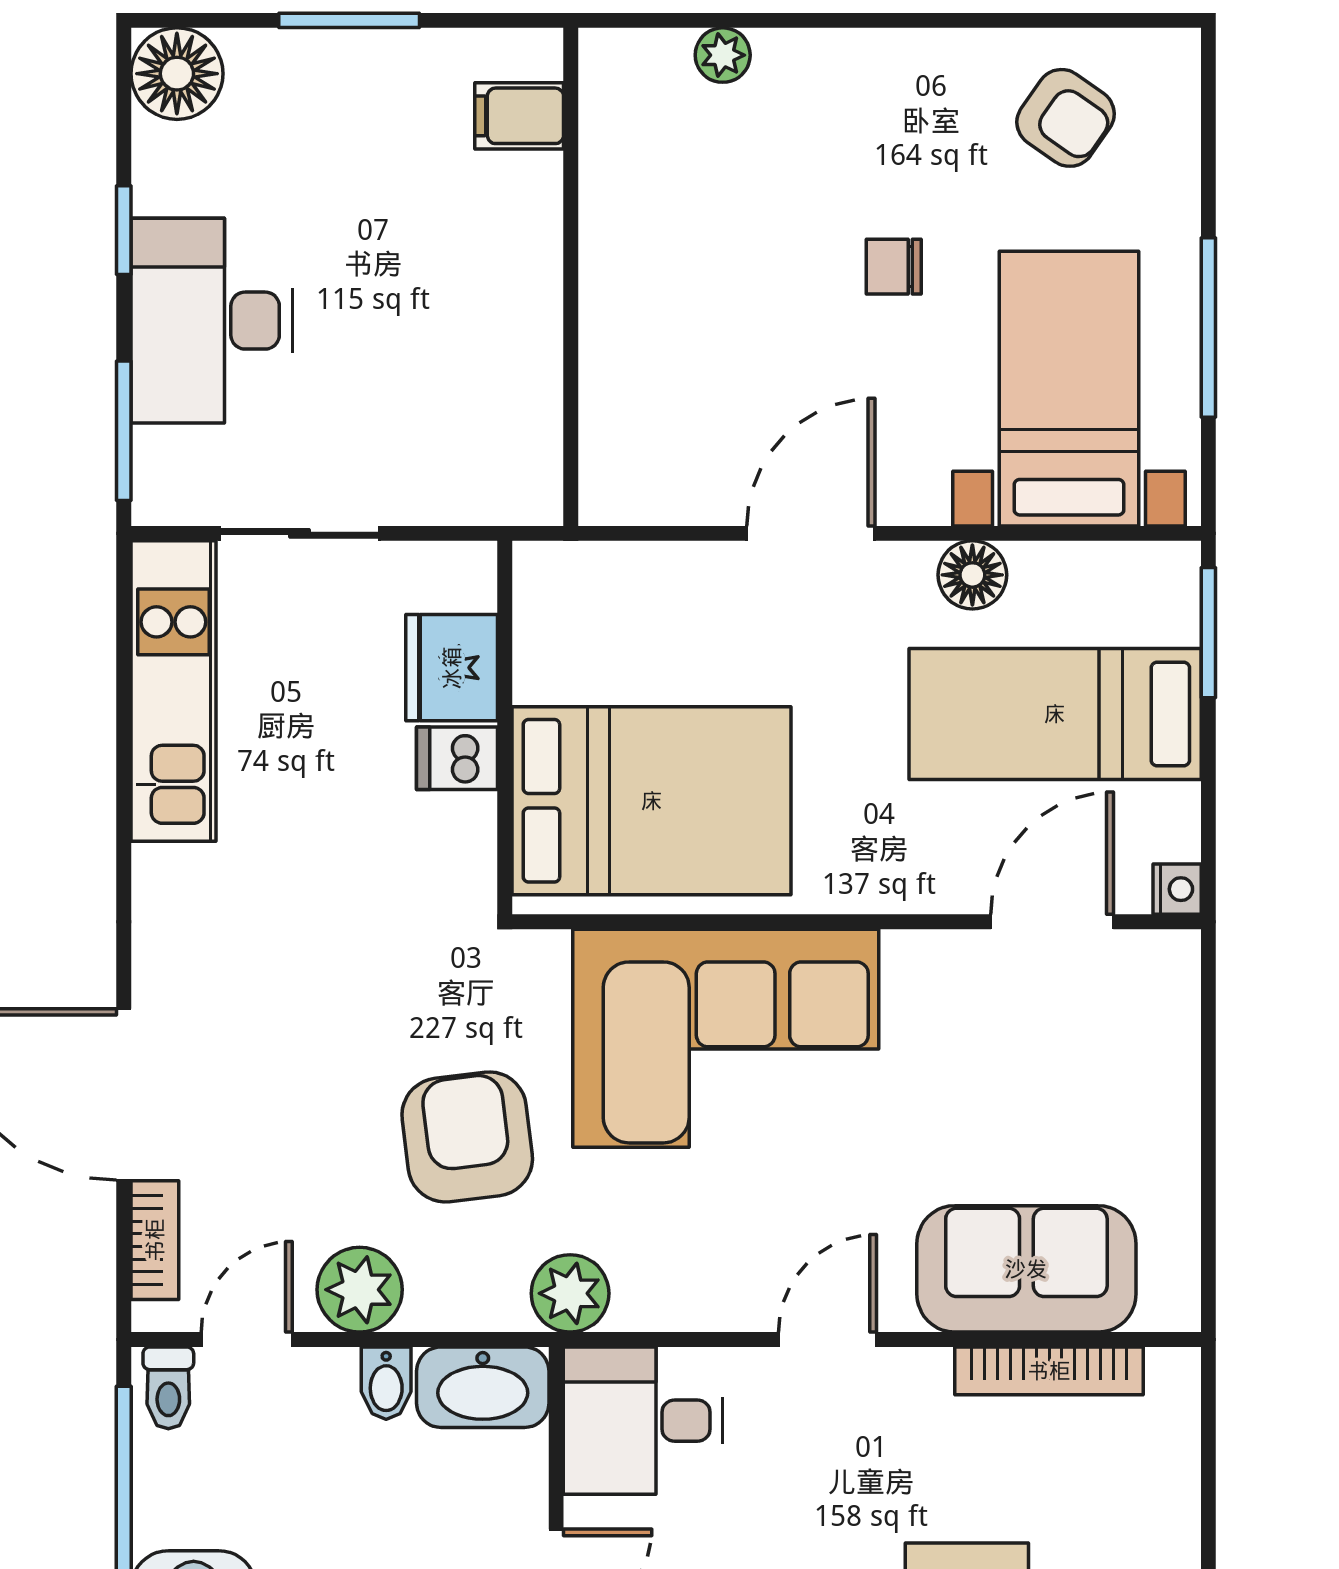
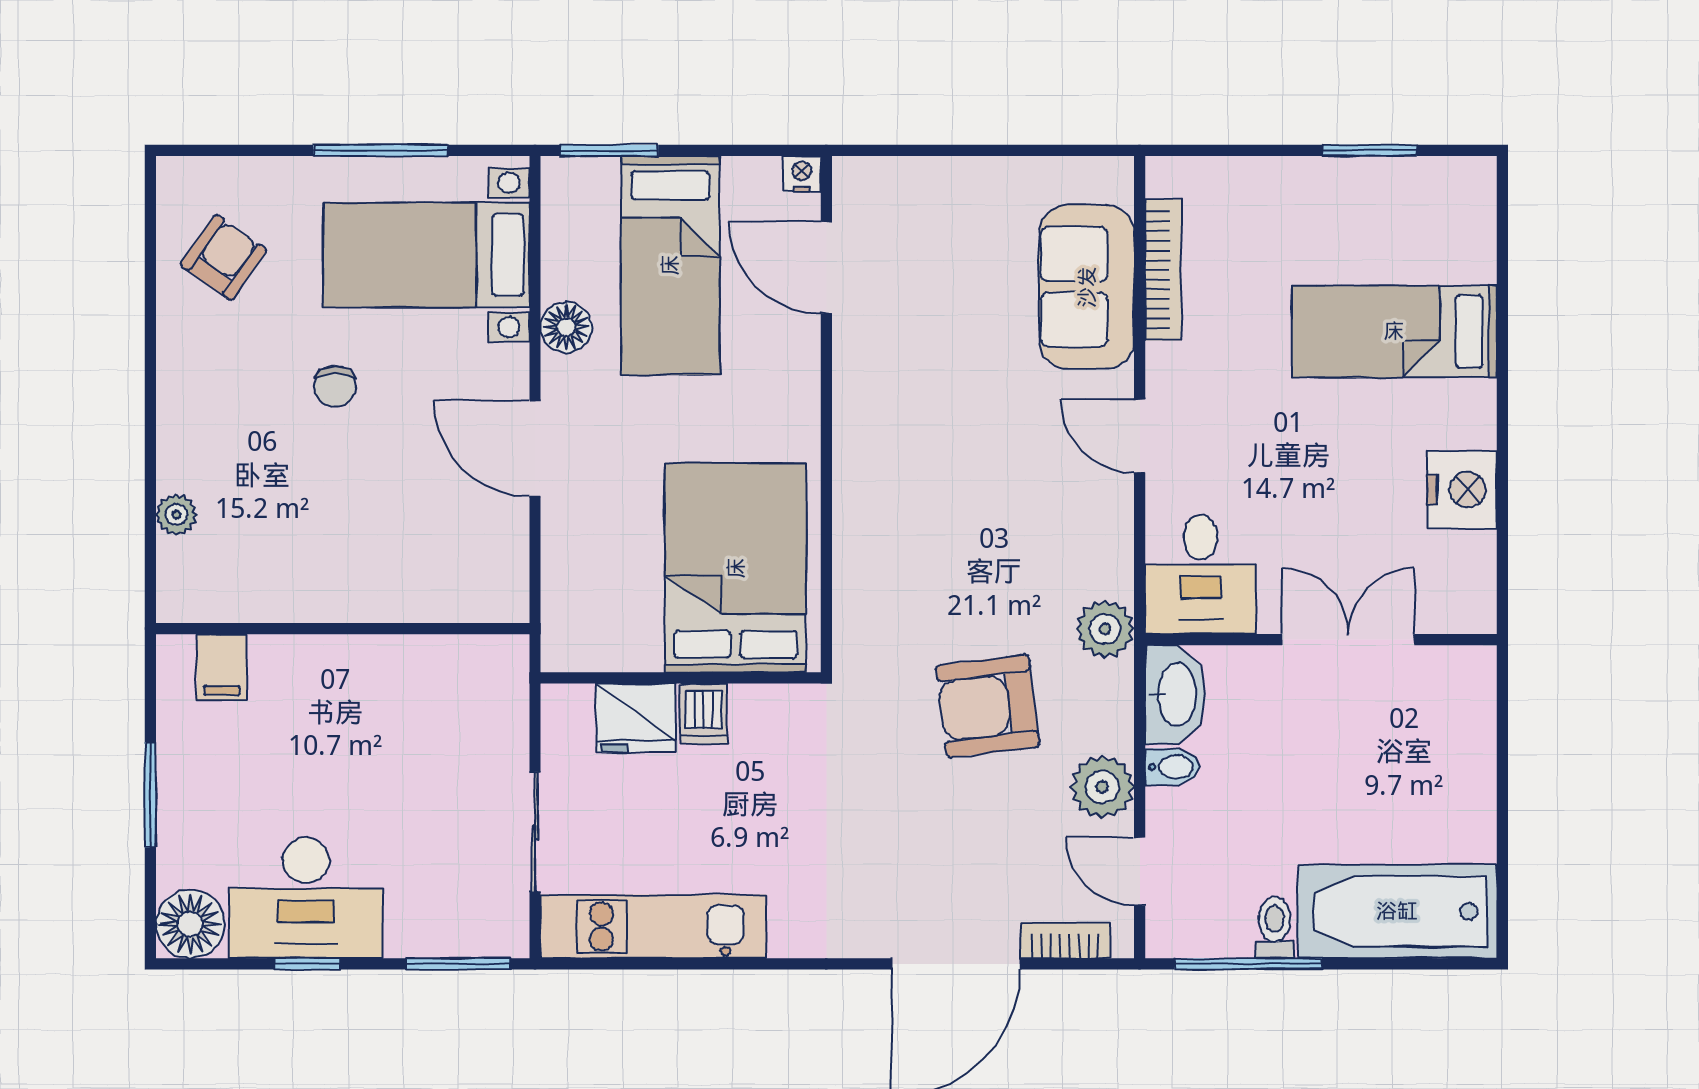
desk: (212, 321) -> (306, 898), moved
corner sofa: (726, 1038) -> (914, 512), removed
toilet: (168, 1388) -> (1275, 928), moved, turned -90

